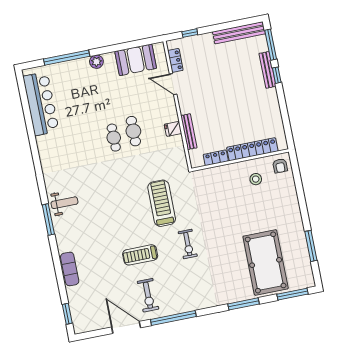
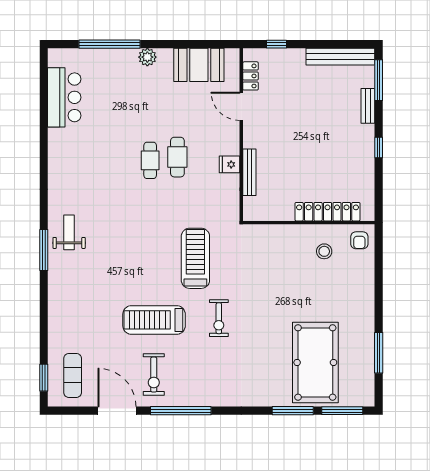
bench: (268, 70) -> (368, 106), width x0.73
window: (277, 75) -> (379, 147), moved
bar counter: (41, 104) -> (64, 97), width x0.73
locker: (216, 158) -> (278, 213), removed
weight bench: (64, 203) -> (69, 232), turned -90
treadmill: (140, 255) -> (154, 320), width x1.37, depth x1.38
exercise mat: (70, 269) -> (73, 375), moved
window: (244, 304) -> (293, 411), moved

